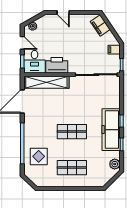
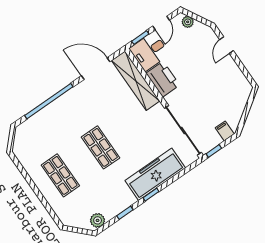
filing cabinet: (100, 26) -> (241, 97), removed
freezer: (111, 130) -> (155, 174), moved
display table: (39, 156) -> (47, 130), removed

